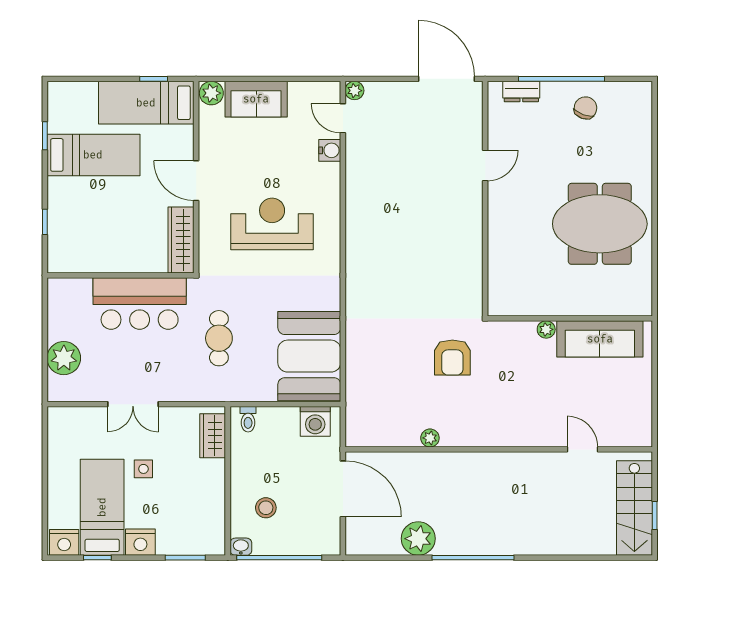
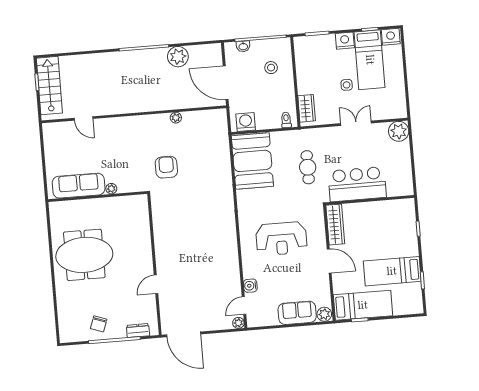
door: (343, 118) -> (244, 306), swing flipped
plant: (64, 358) -> (399, 131), moved
washbasin: (241, 547) -> (243, 46), moved

